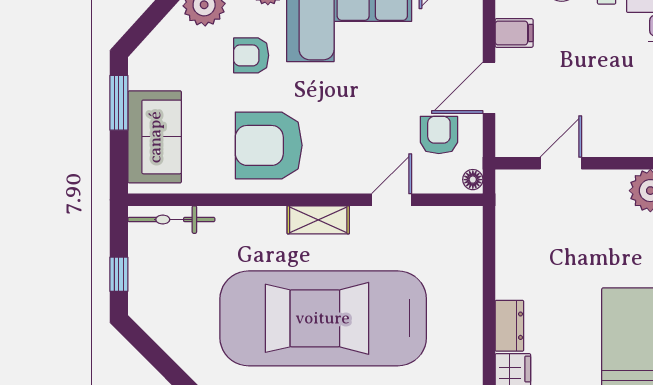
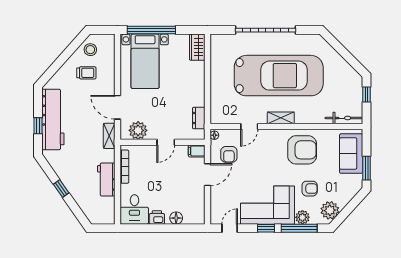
filing cabinet: (514, 33) -> (197, 151), moved
door: (561, 163) -> (166, 142), moved
dresser: (509, 326) -> (199, 118), moved

